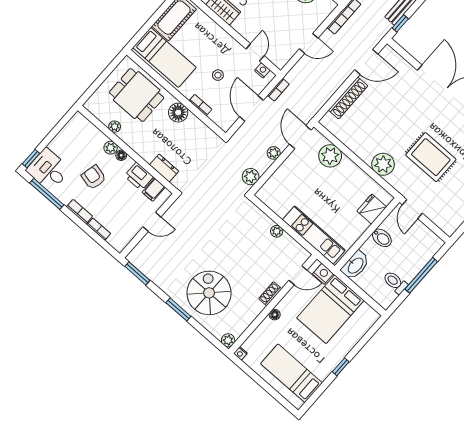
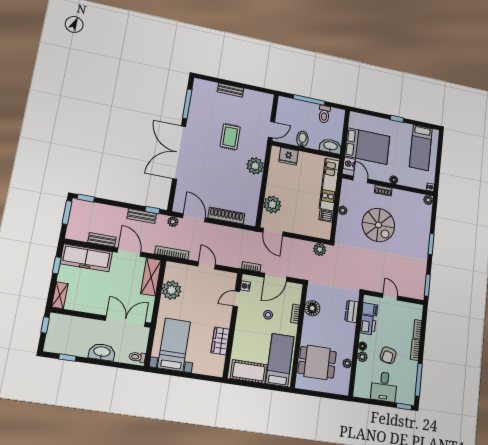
dining table: (137, 95) -> (317, 362), turned 90
floor lamp: (178, 113) -> (312, 308), moved
door: (300, 137) -> (273, 232), hinge flipped
plant: (274, 153) -> (173, 222), moved
rug: (431, 157) -> (230, 137), width x0.73, depth x0.70
desk: (48, 170) -> (384, 387), moved
dishwasher: (282, 208) -> (326, 216), added
spiral stairs: (209, 293) -> (378, 225), moved, turned -90

